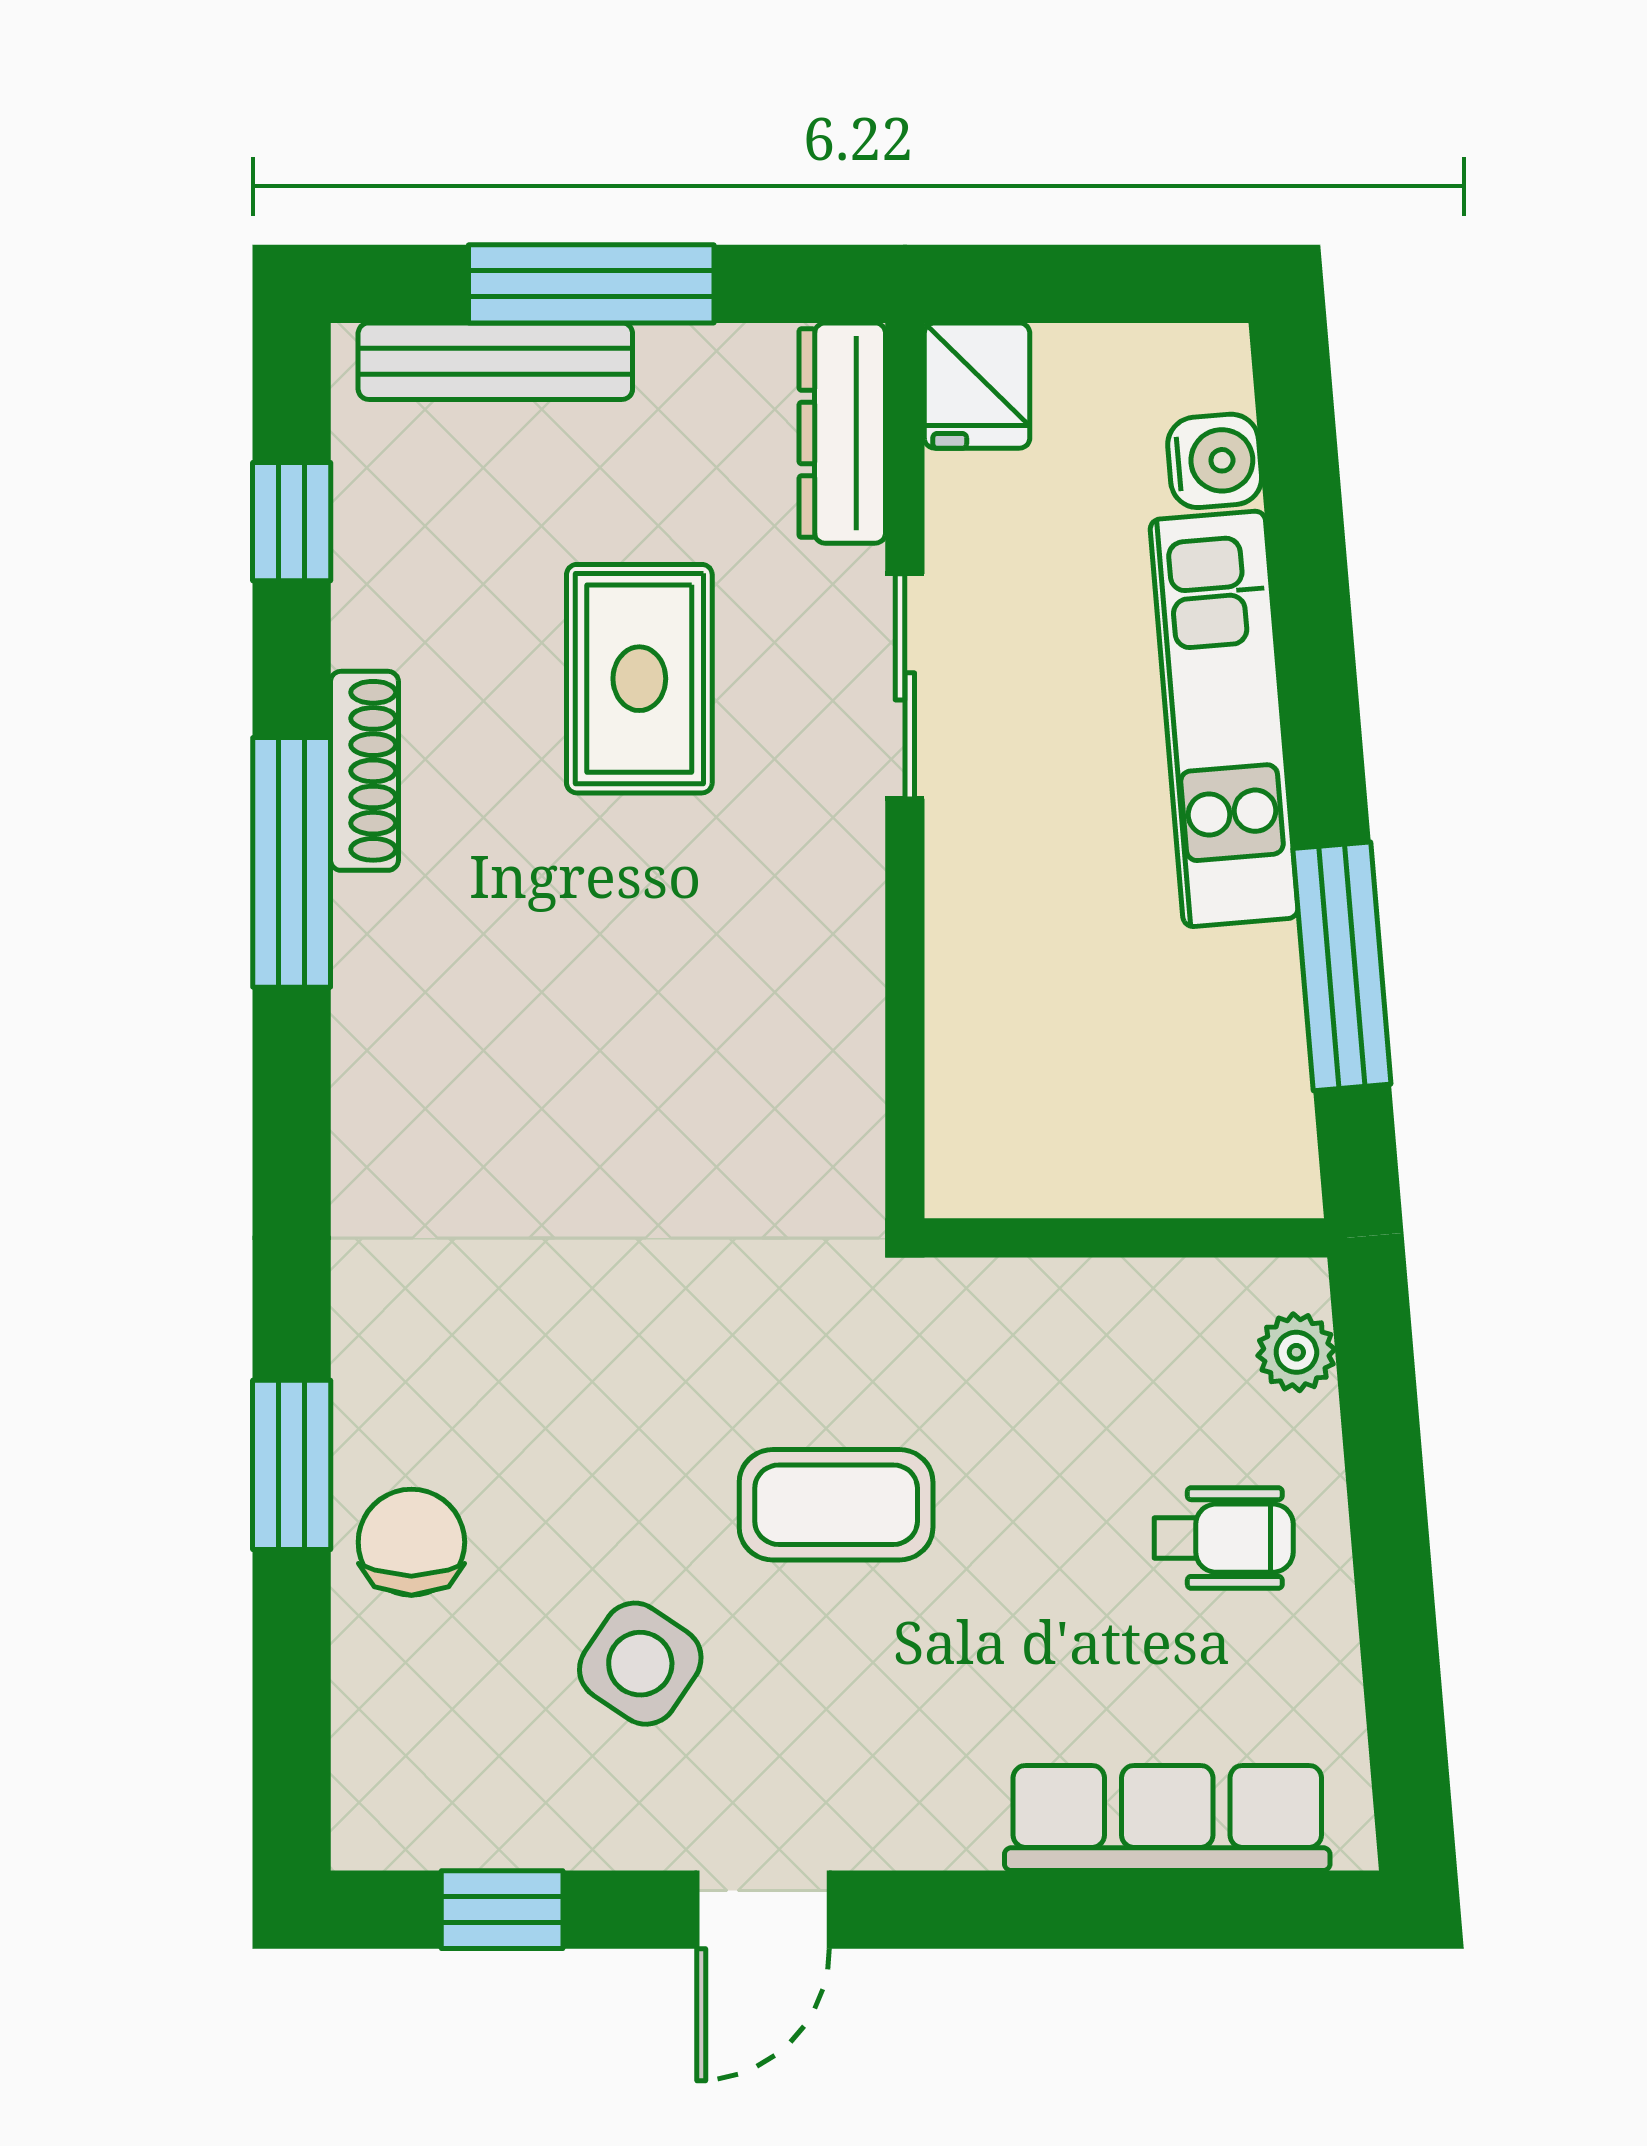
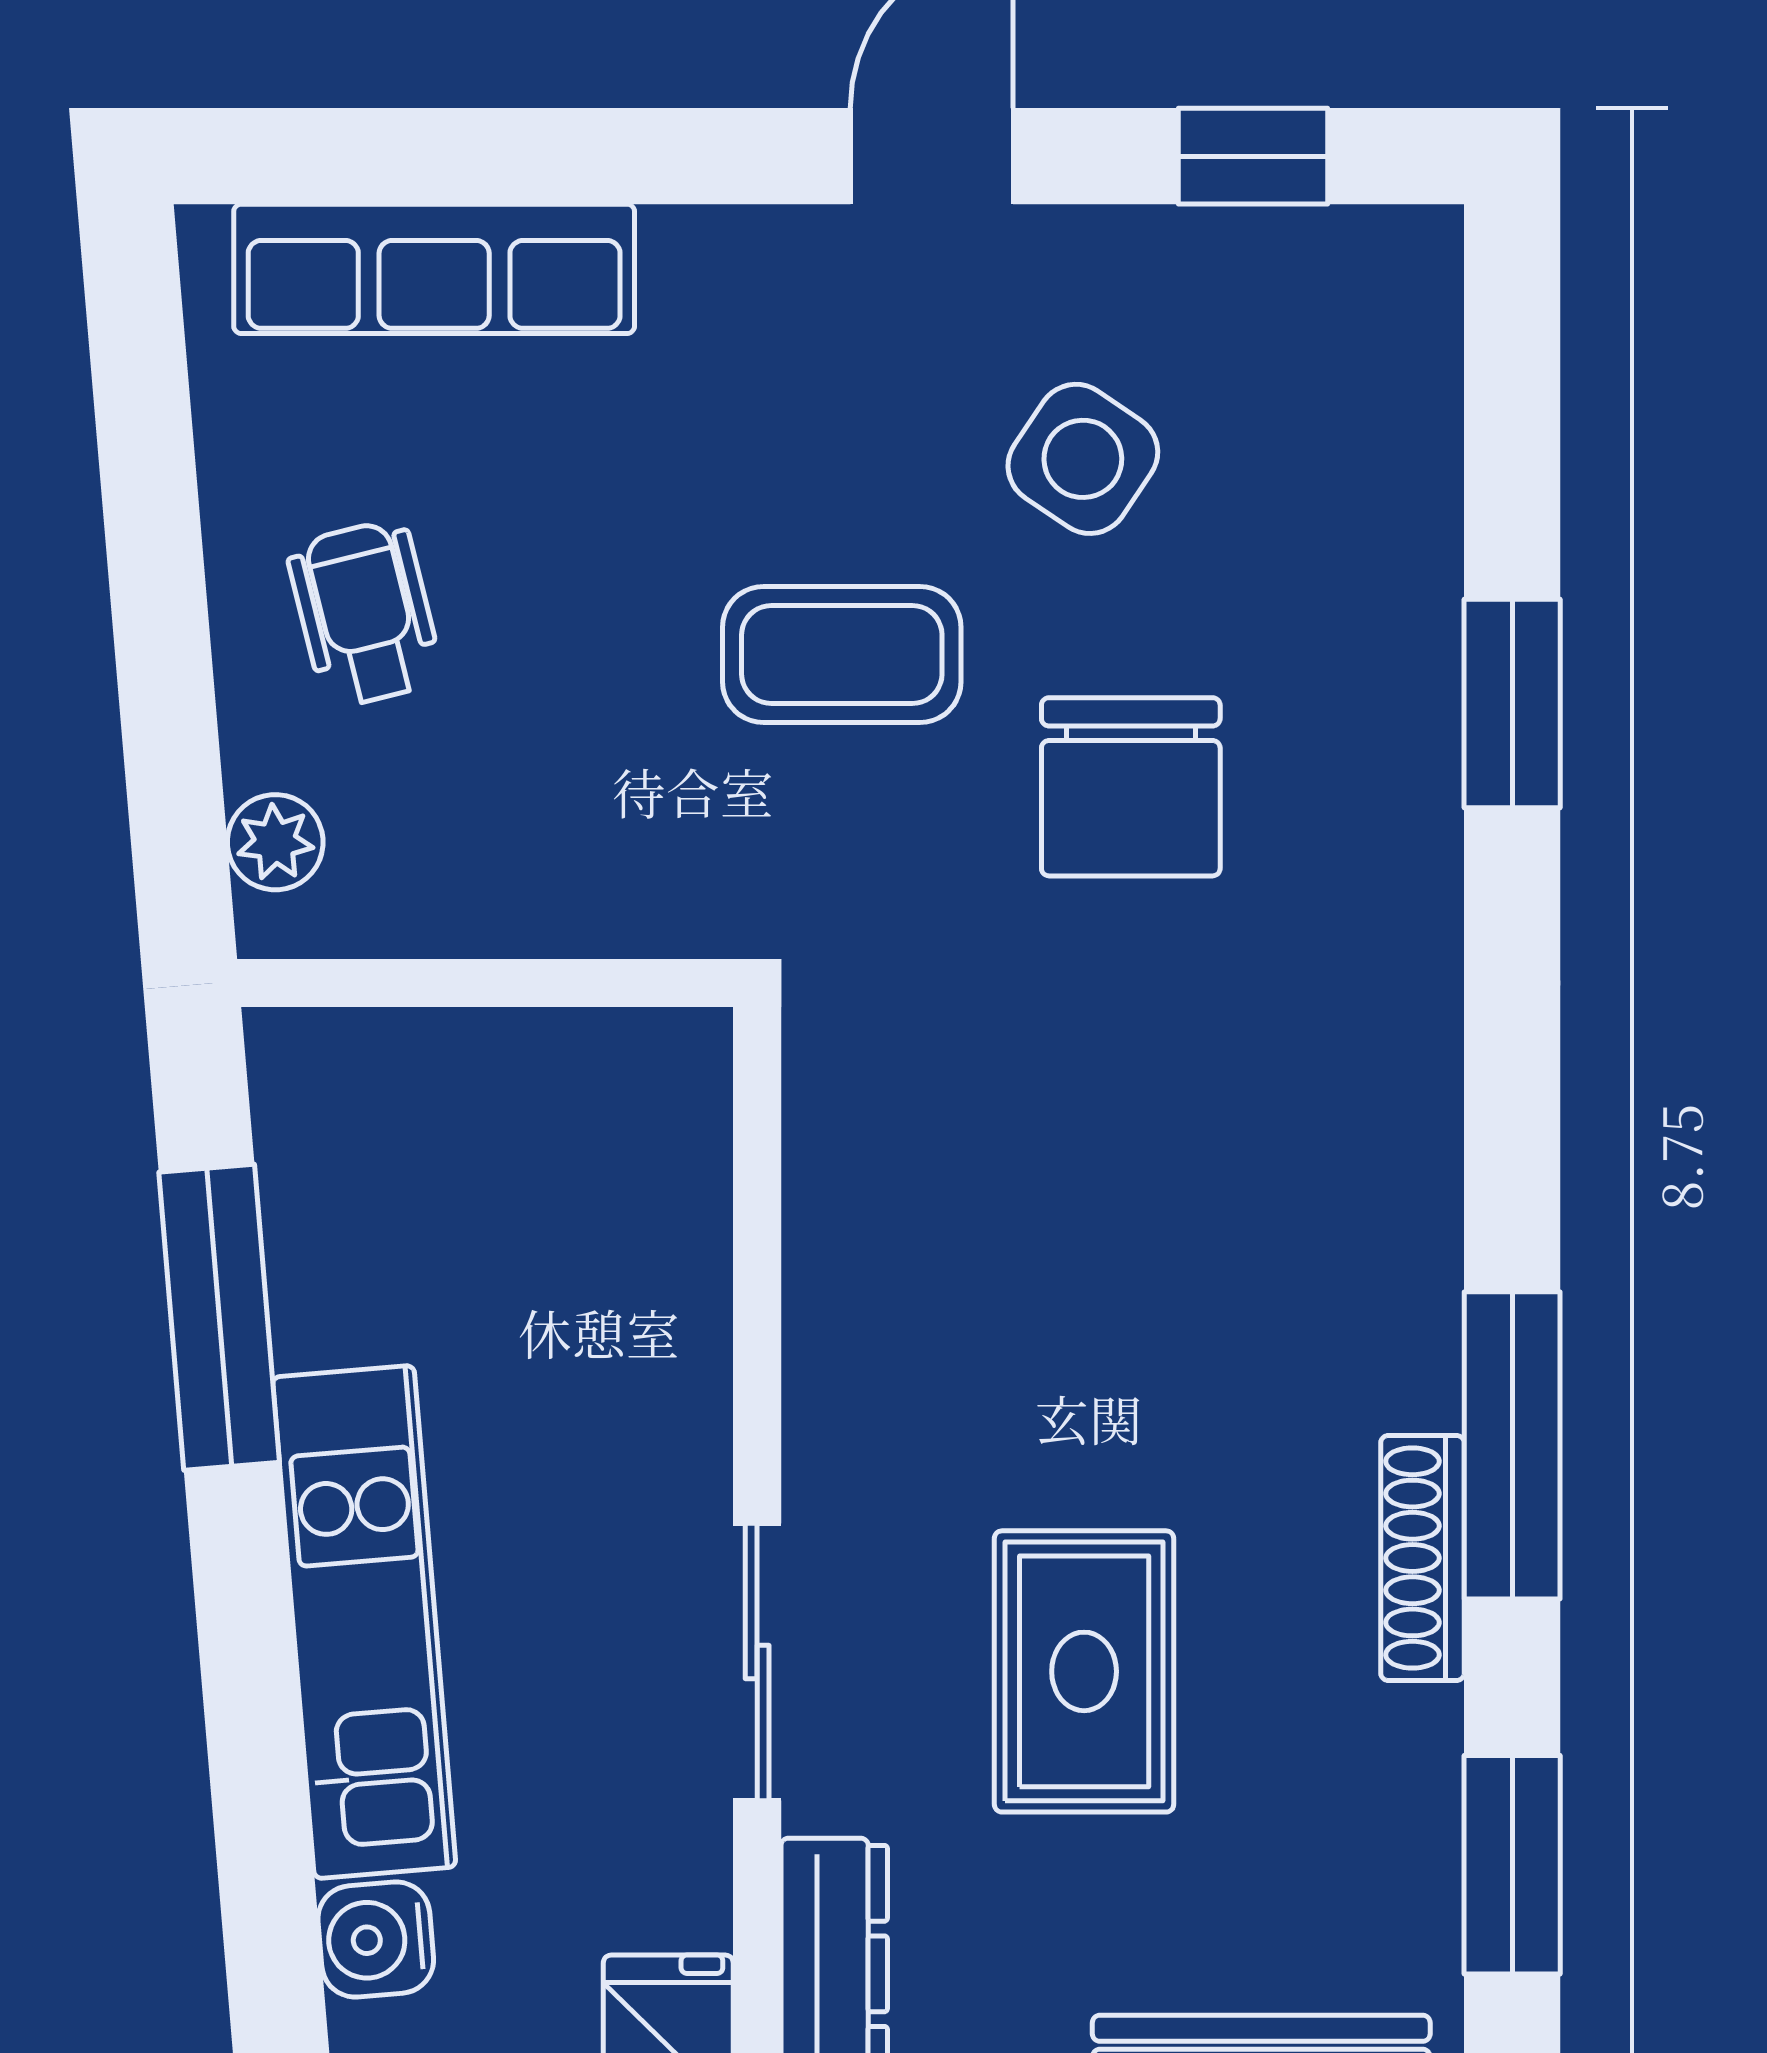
window: (292, 522) -> (1512, 1865), width x1.50
wheelchair: (1224, 1538) -> (365, 614), turned 76
chair: (411, 1542) -> (1131, 787), moved, width x1.37, depth x1.37

